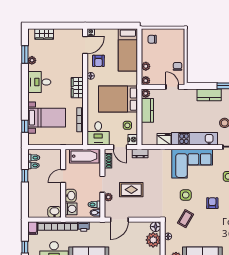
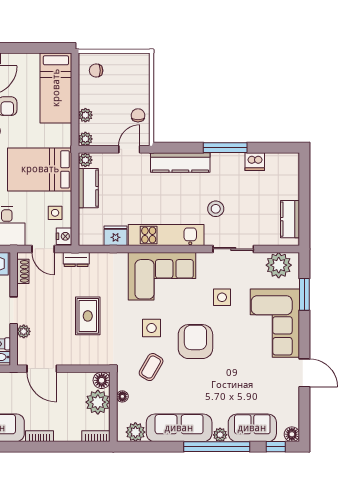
door: (172, 87) -> (129, 149), hinge flipped
kitchen counter: (209, 95) -> (180, 162), width x1.50
rug: (131, 190) -> (88, 316), moved, turned 90
armchair: (212, 203) -> (195, 342), width x1.88, depth x1.88
door: (119, 220) -> (42, 369), hinge flipped

